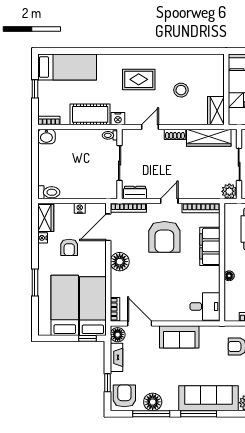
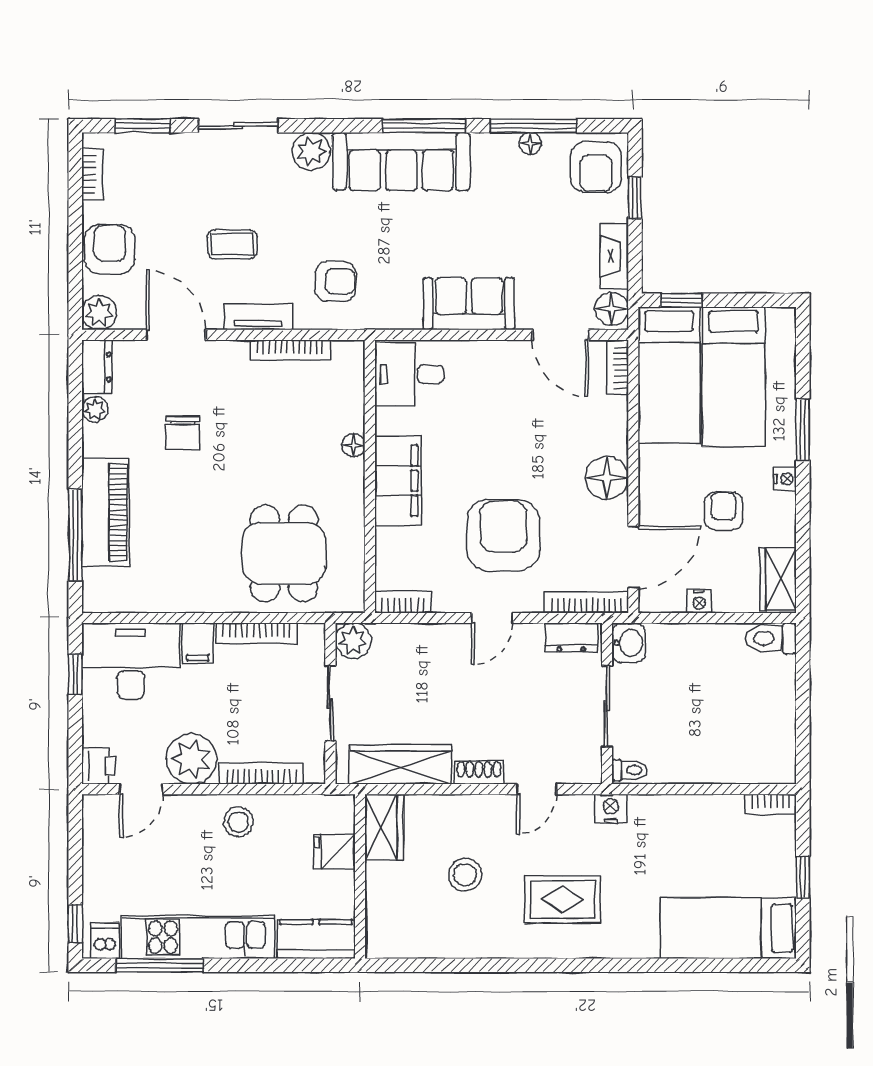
cot: (90, 114) -> (675, 819), removed
washbasin: (46, 137) -> (629, 643), moved, turned 90
bookcase: (201, 208) -> (403, 602), width x0.64
nightstand: (43, 238) -> (785, 479), moved
filing cabinet: (210, 246) -> (398, 481), moved
floor lamp: (153, 402) -> (530, 143), width x0.53, depth x0.53

